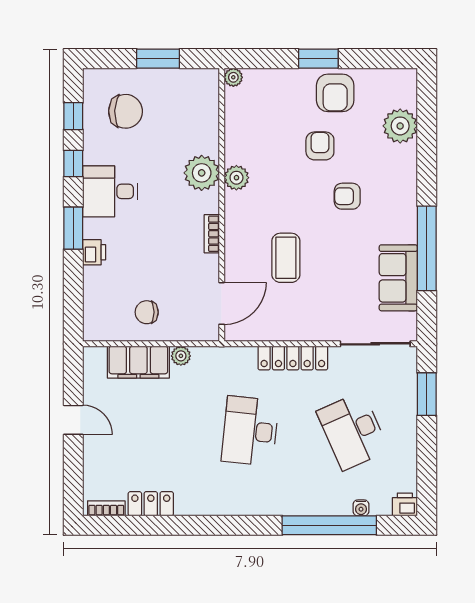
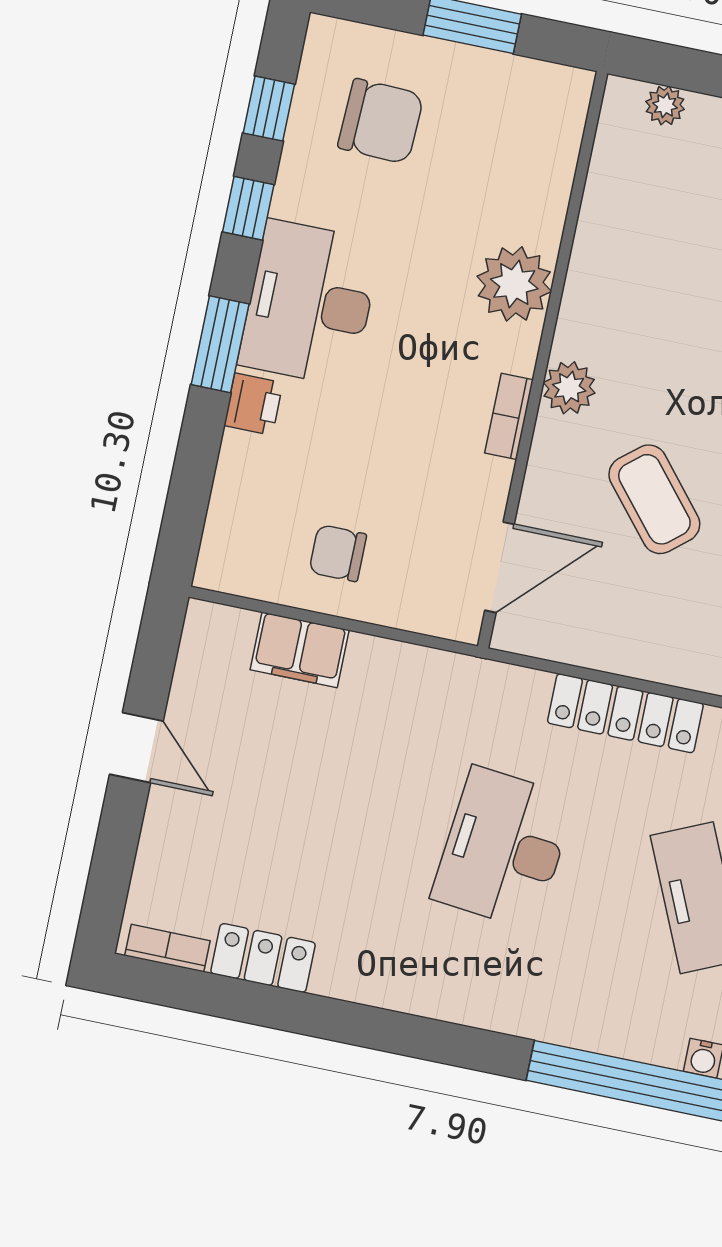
plant: (233, 77) -> (665, 105), moved
plant: (236, 178) -> (569, 388), moved
desk: (110, 191) -> (310, 303), width x1.37
coffee table: (286, 258) -> (654, 499), turned -40
plant: (181, 356) -> (391, 660), removed
filing cabinet: (138, 362) -> (300, 650), width x0.67, depth x0.86

